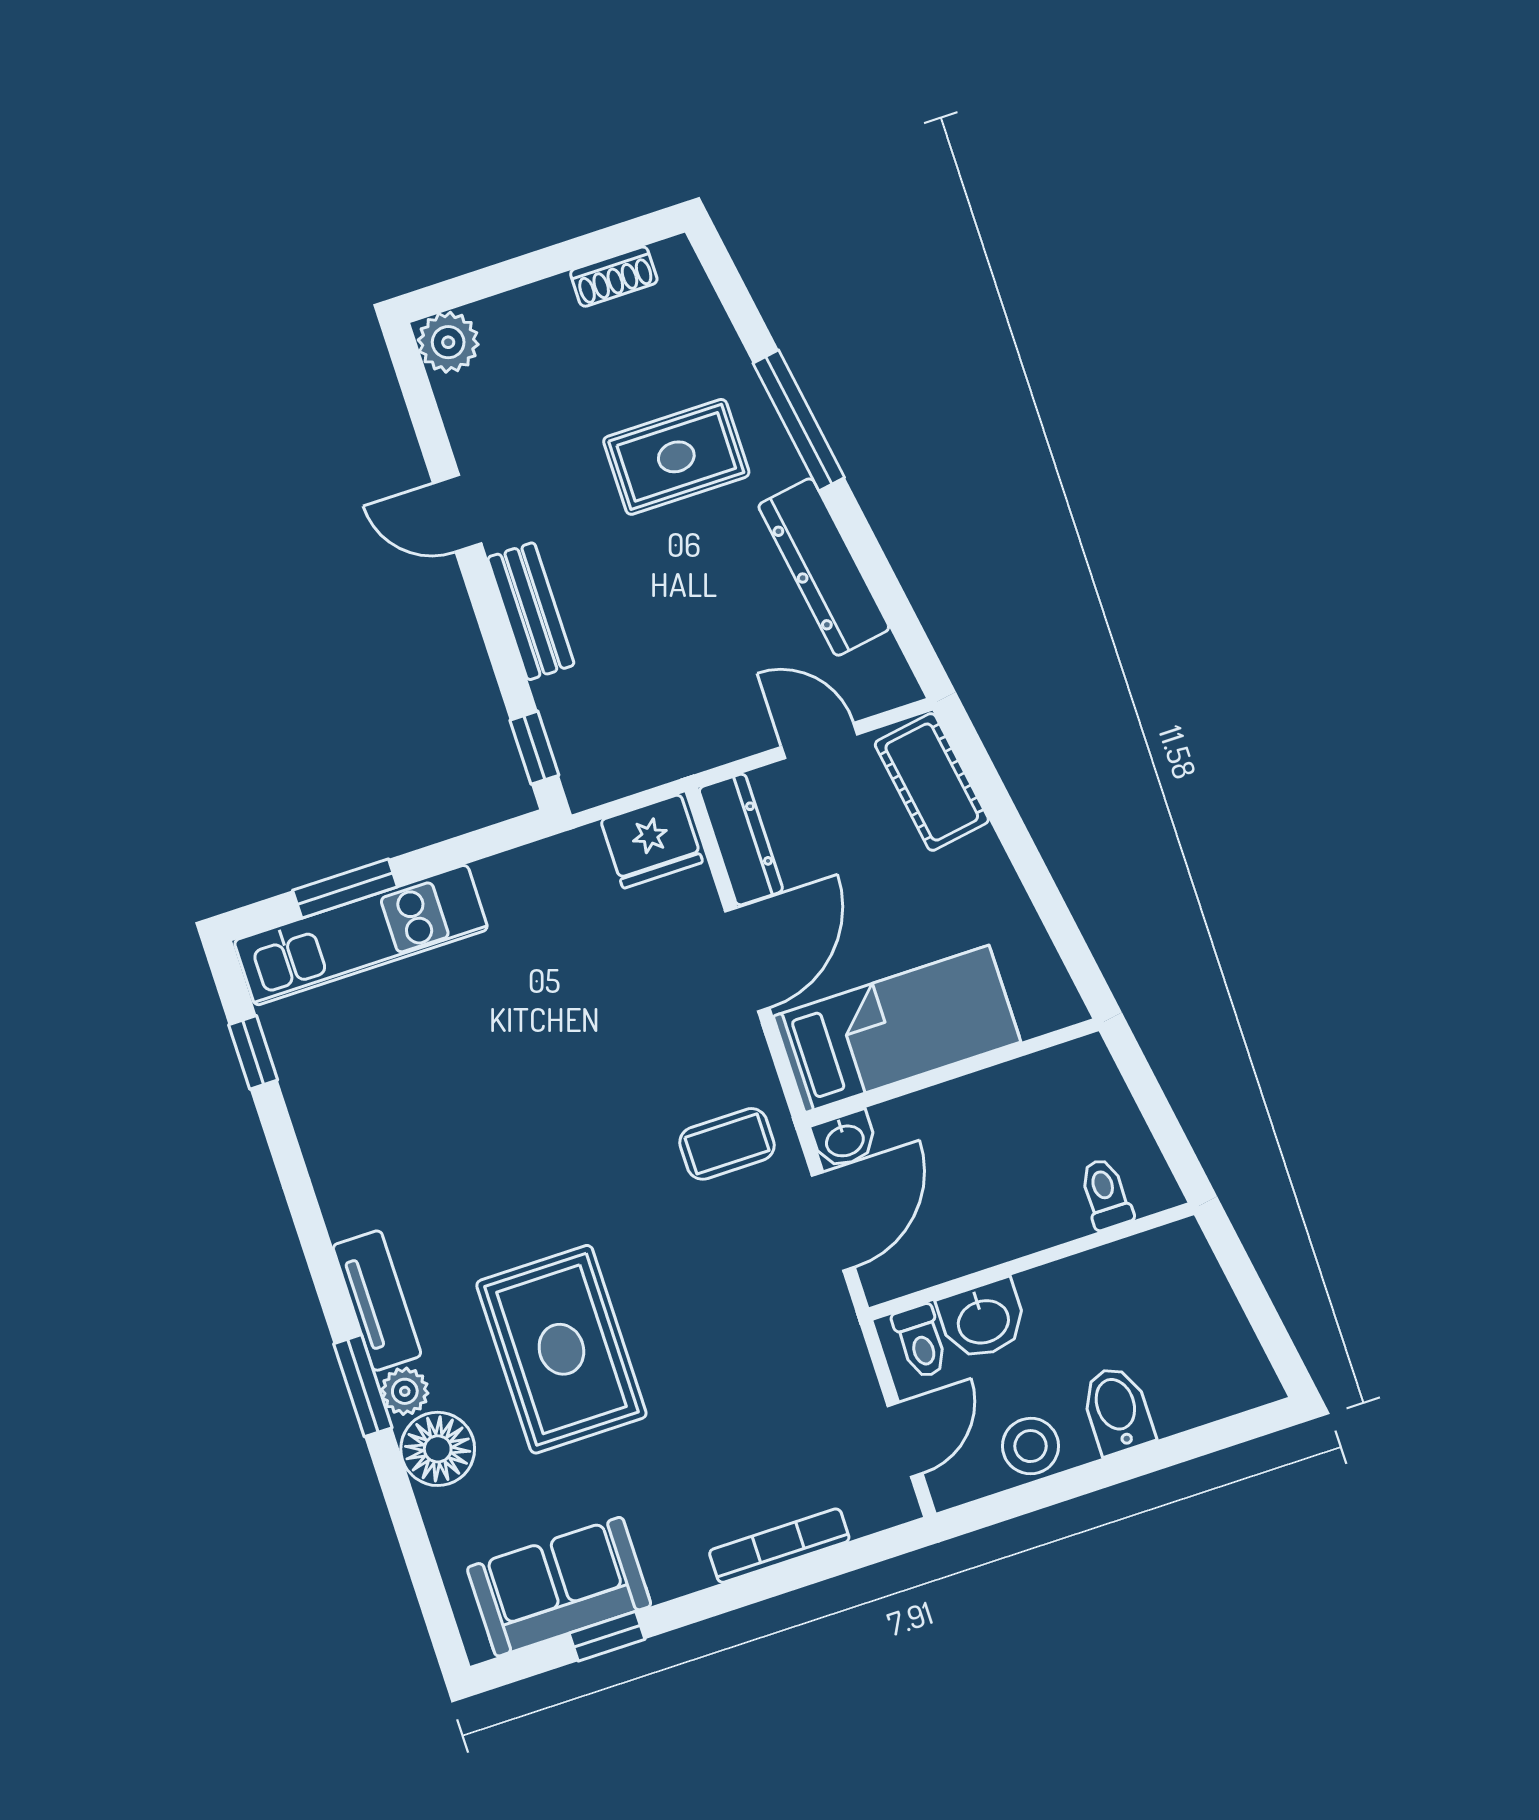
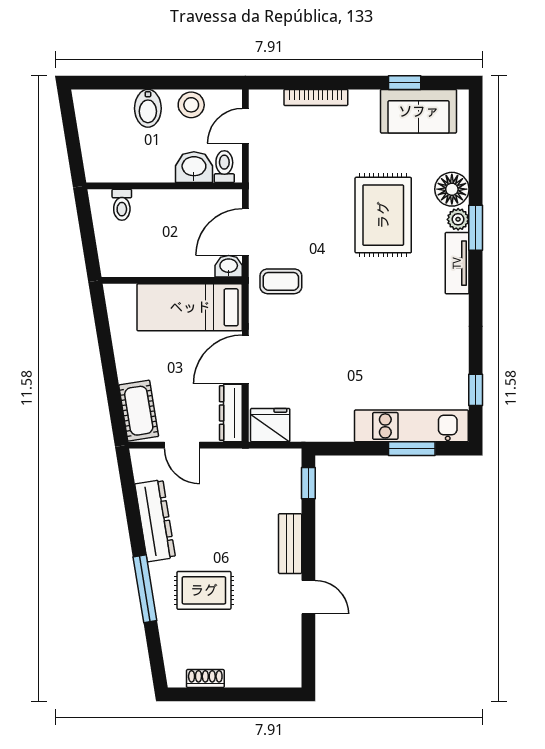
plant: (448, 342) -> (288, 674), removed

